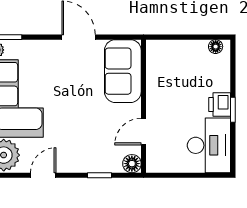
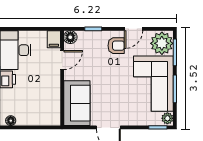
armchair: (68, 152) -> (116, 46), added
filing cabinet: (155, 161) -> (54, 39), added

